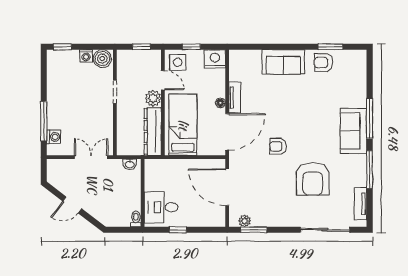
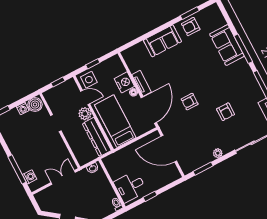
nightstand: (215, 59) -> (124, 82), moved, turned 90
sofa: (353, 131) -> (227, 45), moved
armchair: (313, 179) -> (226, 112), width x0.53, depth x0.53
plant: (245, 221) -> (218, 153), moved

